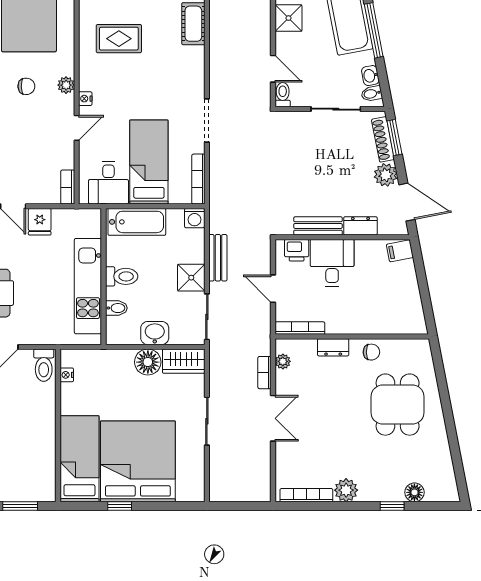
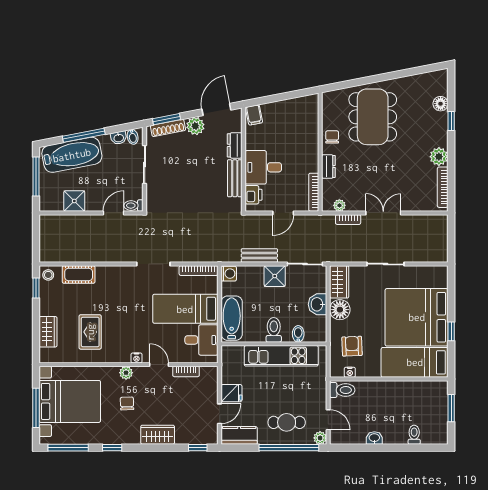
bookcase: (68, 187) -> (186, 371), moved
armchair: (100, 378) -> (352, 346), added
dining table: (398, 405) -> (373, 117), width x1.38

